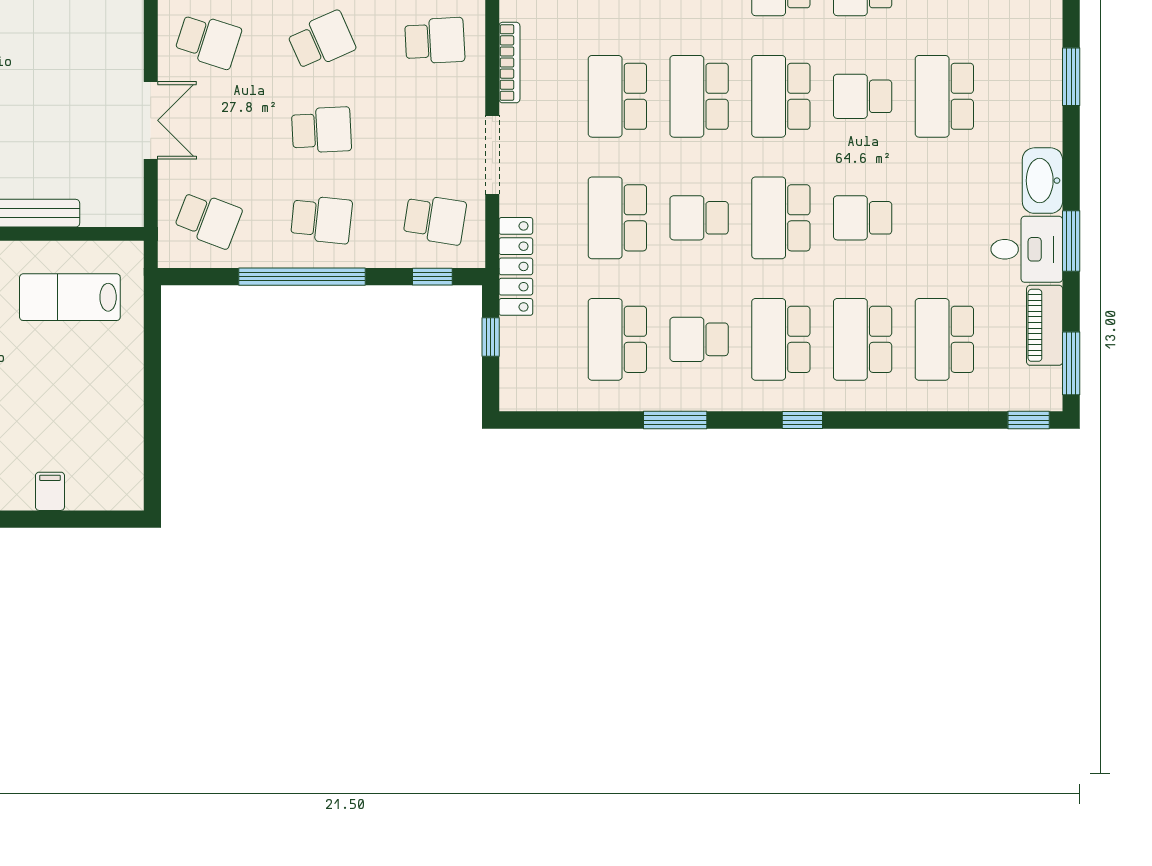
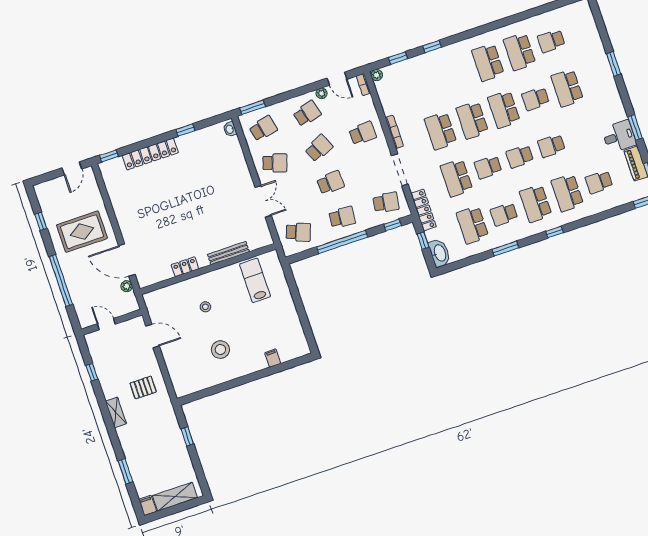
washbasin: (1042, 181) -> (440, 253), moved, turned 180
school desk: (781, 218) -> (520, 157), width x0.54
lab bench: (70, 297) -> (255, 280), turned 90
school desk: (944, 339) -> (599, 182), width x0.54

